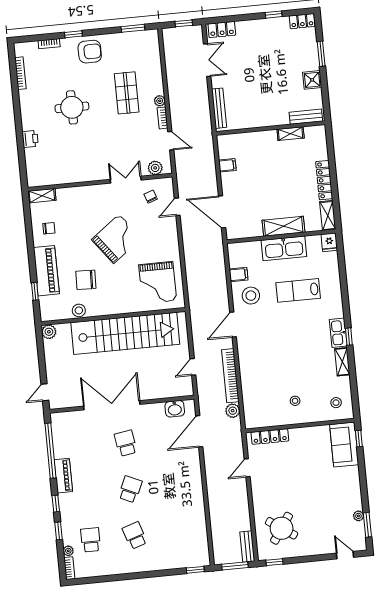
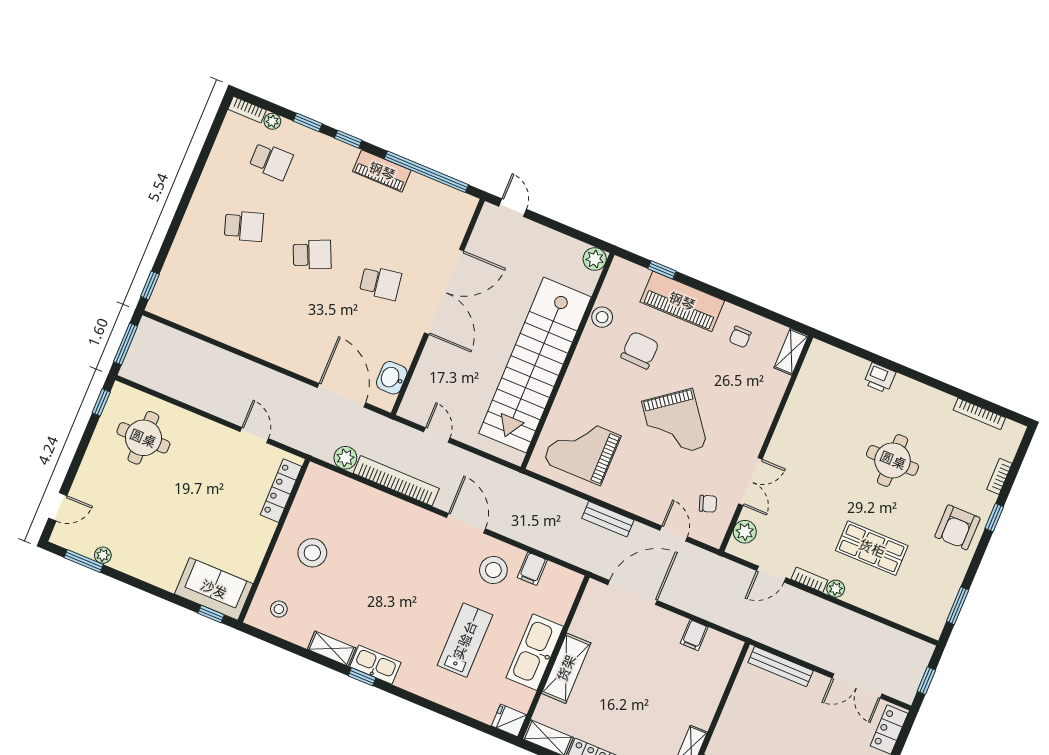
stool: (295, 401) -> (312, 553), width x1.89, depth x1.89
school desk: (130, 489) -> (312, 255), turned -48
round table: (282, 528) -> (143, 438), turned -34
bench: (247, 547) -> (608, 519), moved

